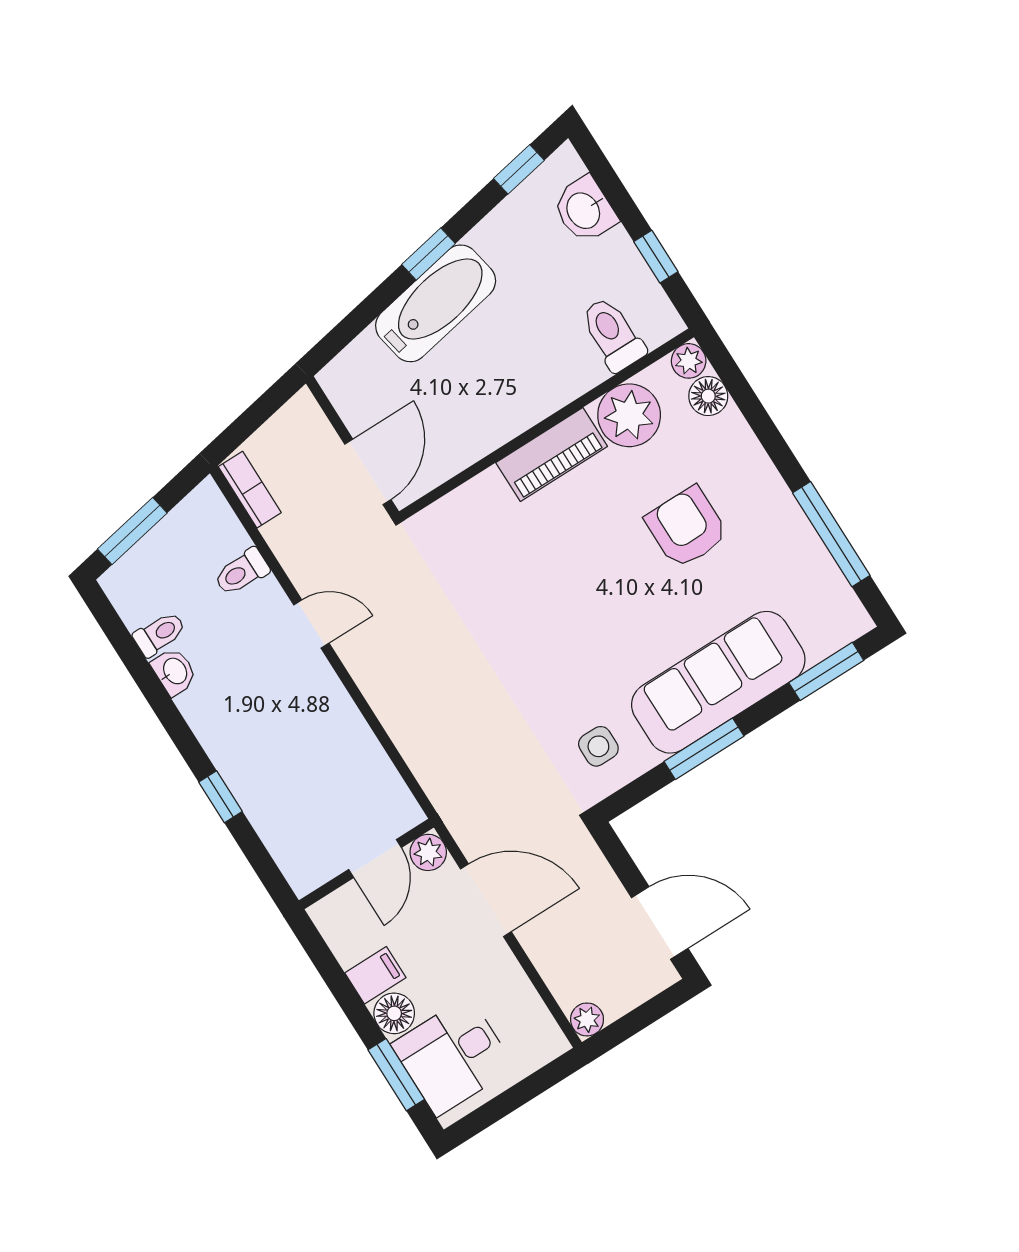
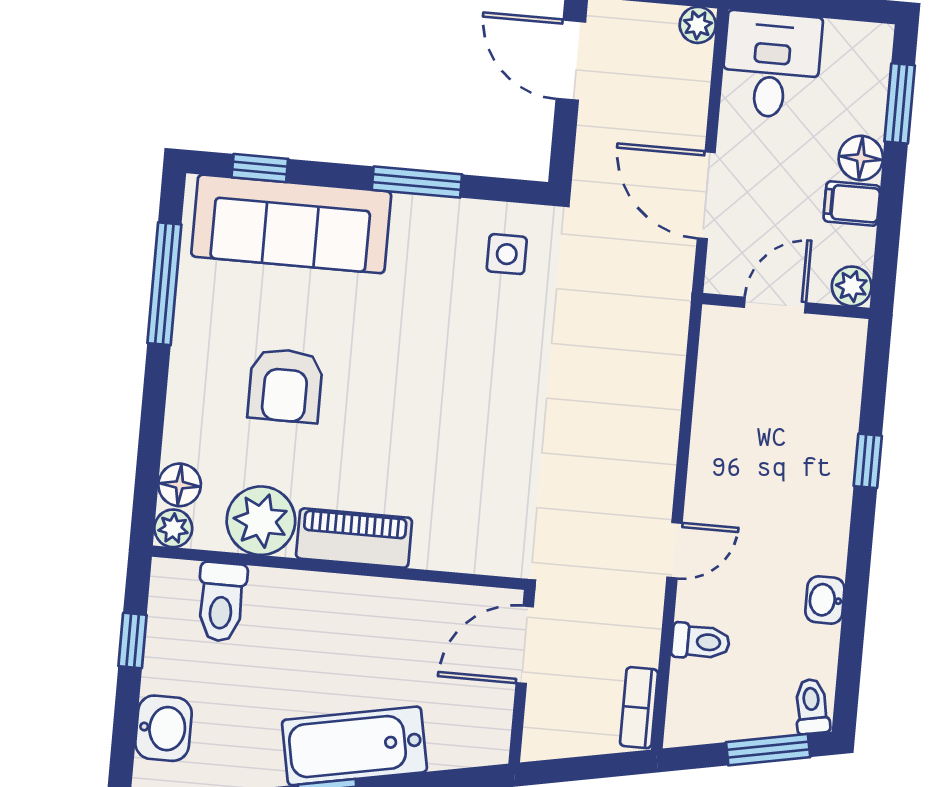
door: (311, 624) -> (675, 550), swing flipped
toilet: (159, 634) -> (812, 706), moved, turned 79
window: (826, 671) -> (260, 168), width x0.67
sofa: (718, 682) -> (291, 224), moved
plant: (428, 852) -> (852, 286), moved
desk: (453, 1056) -> (771, 65), moved, turned -90

